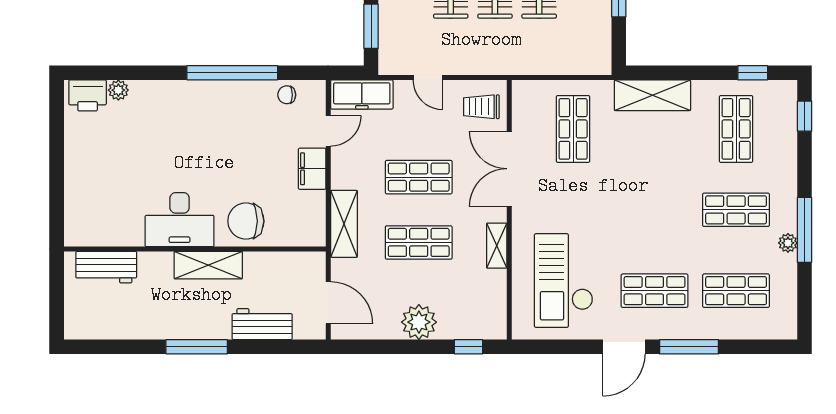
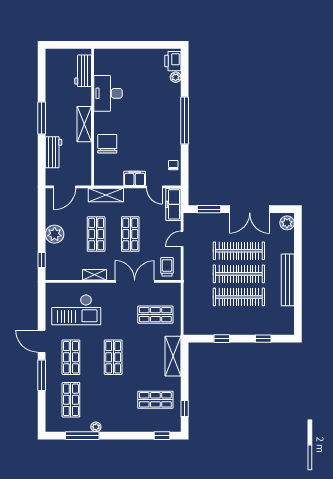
window: (232, 73) -> (185, 121), moved
shop shelf: (736, 210) -> (113, 357), moved
desk: (180, 220) -> (108, 93), moved
window: (805, 230) -> (82, 436), moved
checkout: (564, 281) -> (76, 310), turned 180

